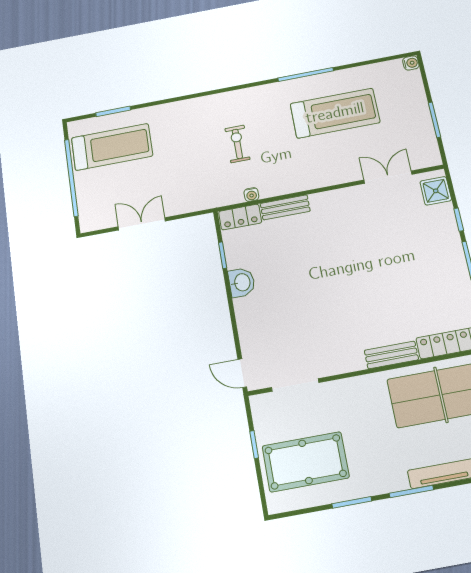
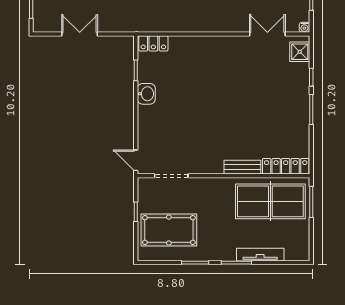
water cooler: (251, 195) -> (304, 27), moved
bench: (285, 207) -> (188, 42), removed

